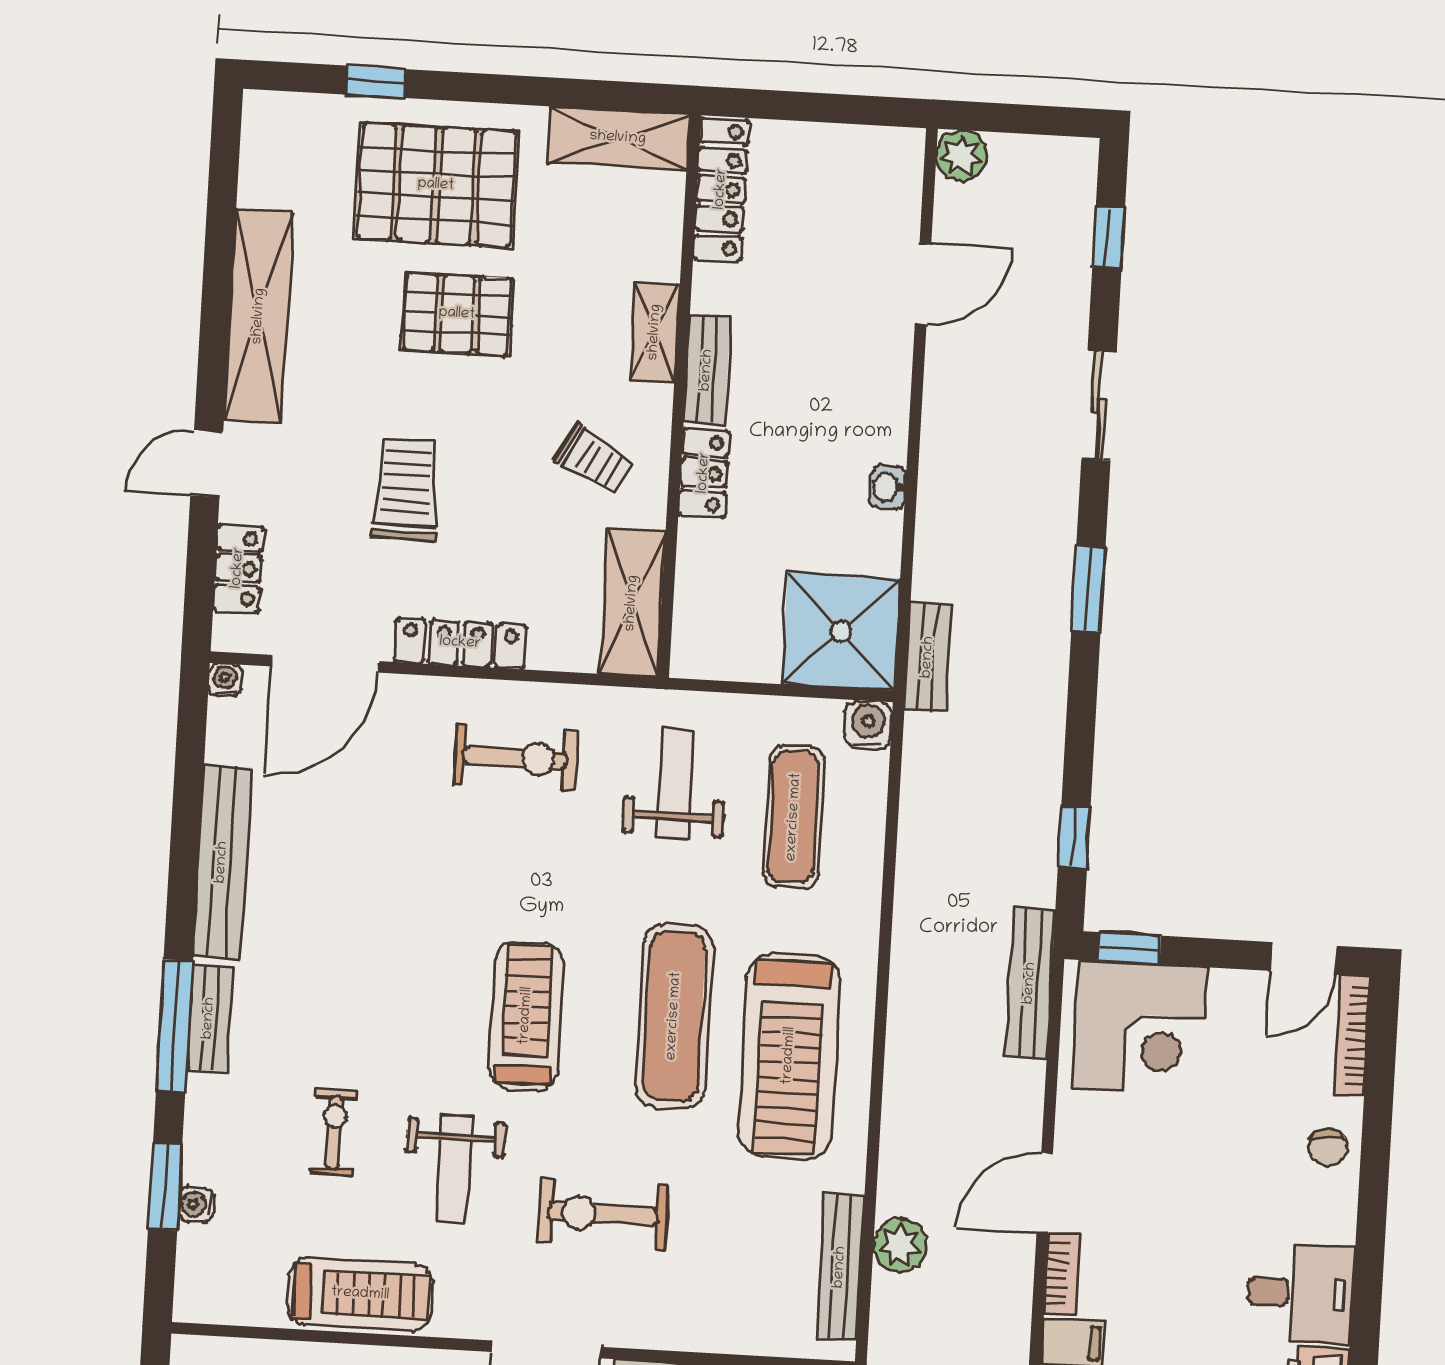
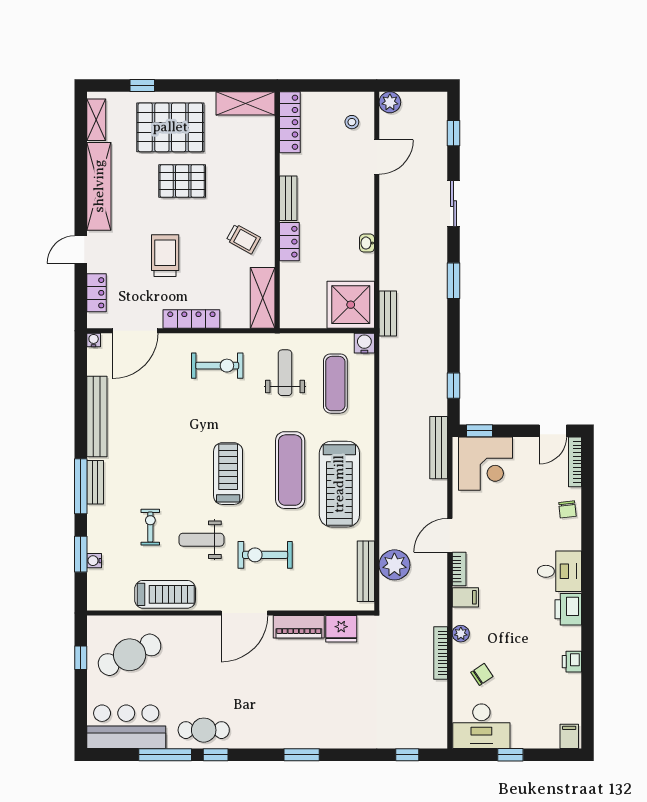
stool: (869, 198) -> (352, 122), added
shelving: (655, 332) -> (96, 120), moved
weight bench: (454, 1169) -> (201, 540), turned 90
plant: (900, 1245) -> (394, 565), width x1.36, depth x1.36

